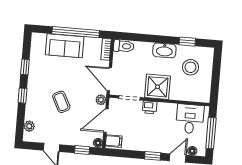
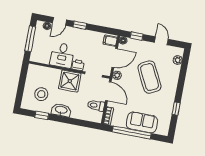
toilet: (124, 46) -> (96, 106), moved
window: (23, 96) -> (180, 85), removed
coffee table: (61, 102) -> (149, 77), width x1.86, depth x1.72
desk: (190, 119) -> (62, 55), moved

